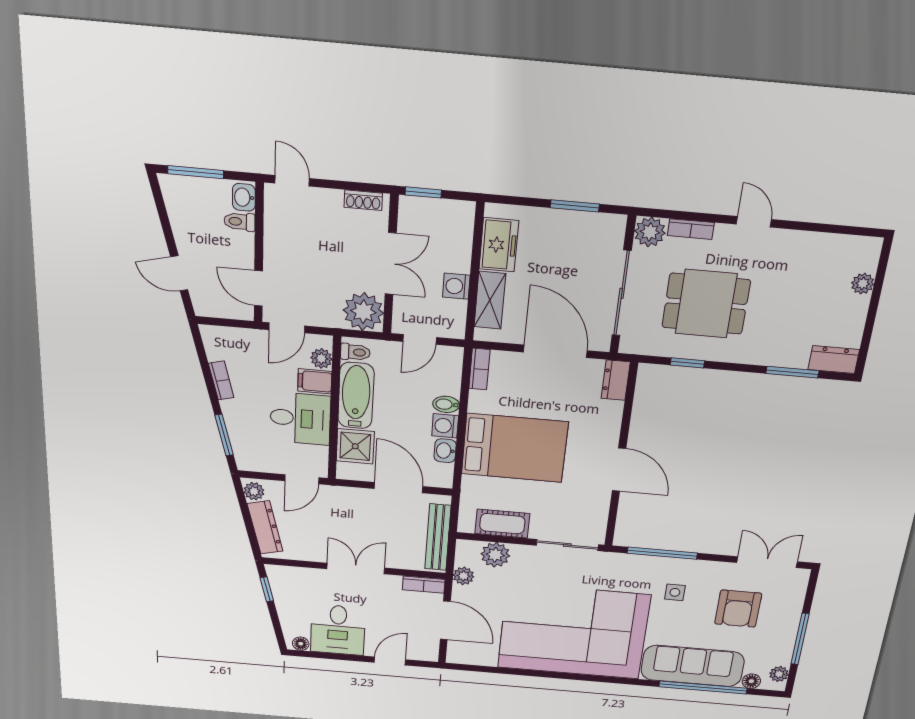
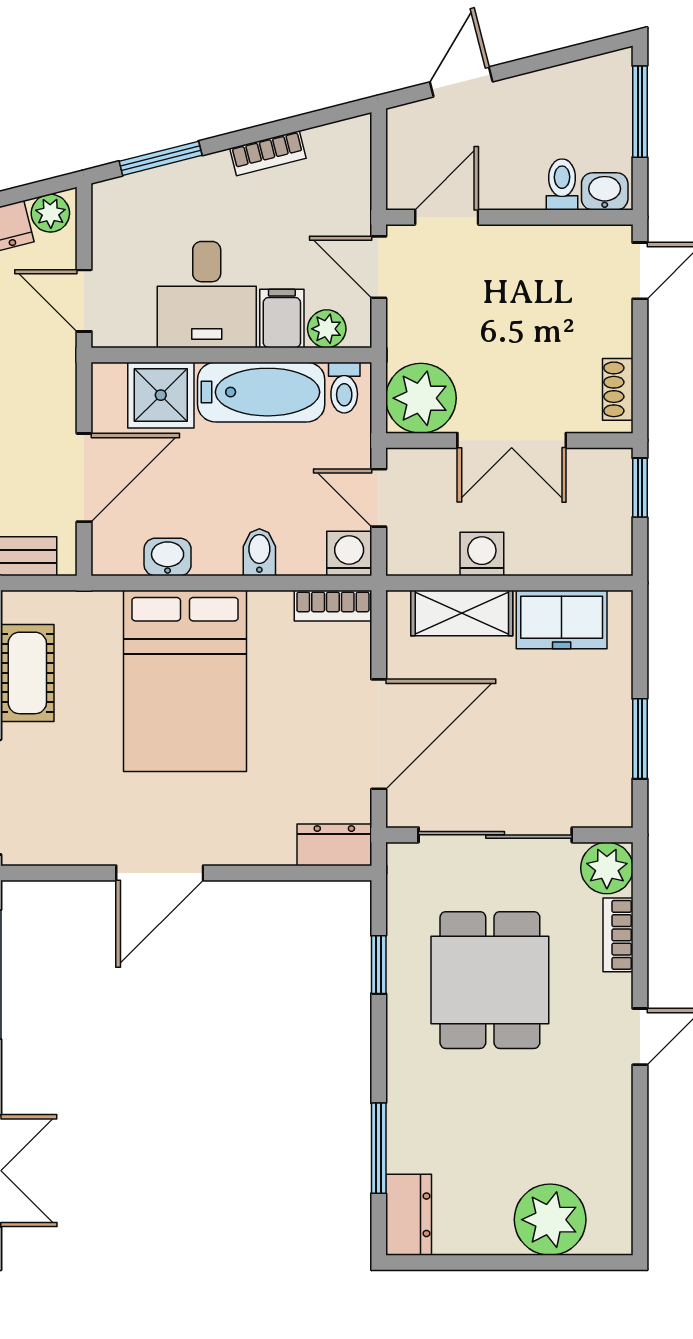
plant: (863, 284) -> (550, 1220), width x1.88, depth x1.88
washing machine: (445, 426) -> (349, 554), moved

